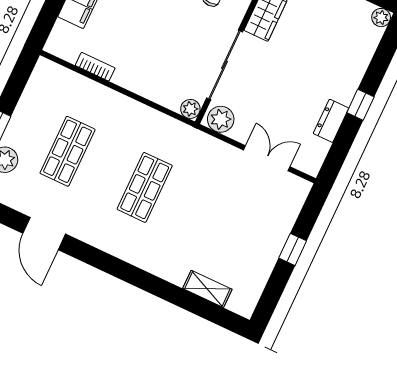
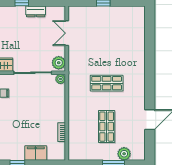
shop shelf: (68, 151) -> (107, 127), turned 90
shelving: (207, 289) -> (140, 32), removed

